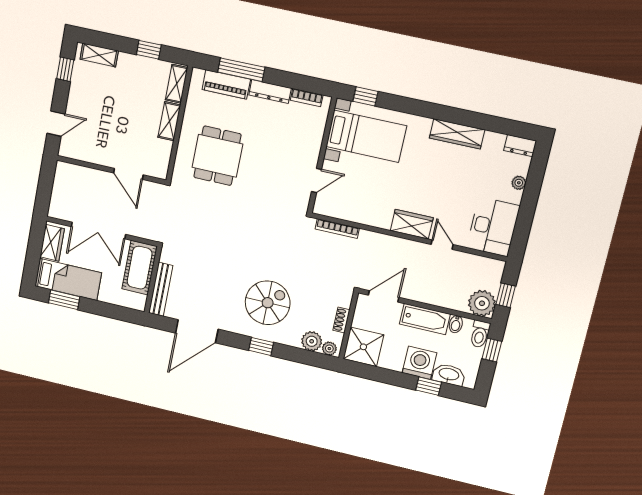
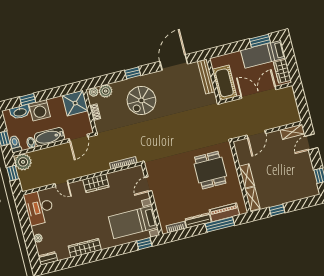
shelving: (99, 55) -> (292, 132), moved
door: (128, 174) -> (256, 134), swing flipped
wardrobe: (412, 224) -> (96, 183), moved

